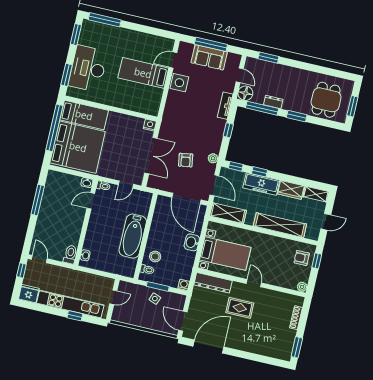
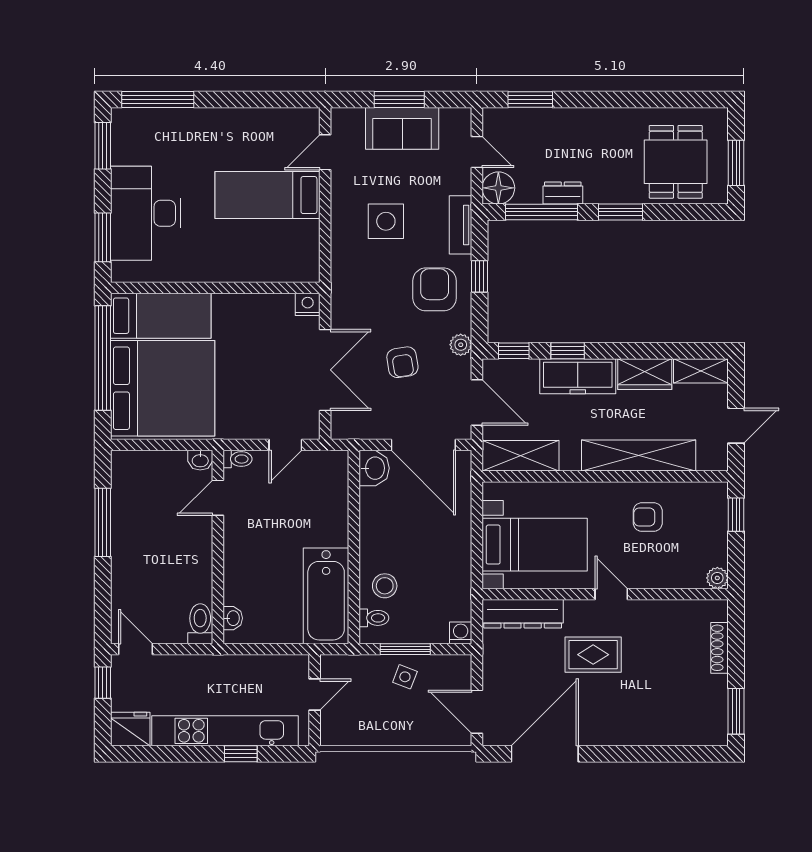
window: (211, 44) -> (399, 99), width x0.69
side table: (179, 83) -> (386, 221), moved
armchair: (207, 131) -> (435, 289), added
bathtub: (133, 236) -> (326, 596), moved
washbasin: (192, 242) -> (374, 468), moved, turned 180
armchair: (302, 258) -> (648, 517), moved

